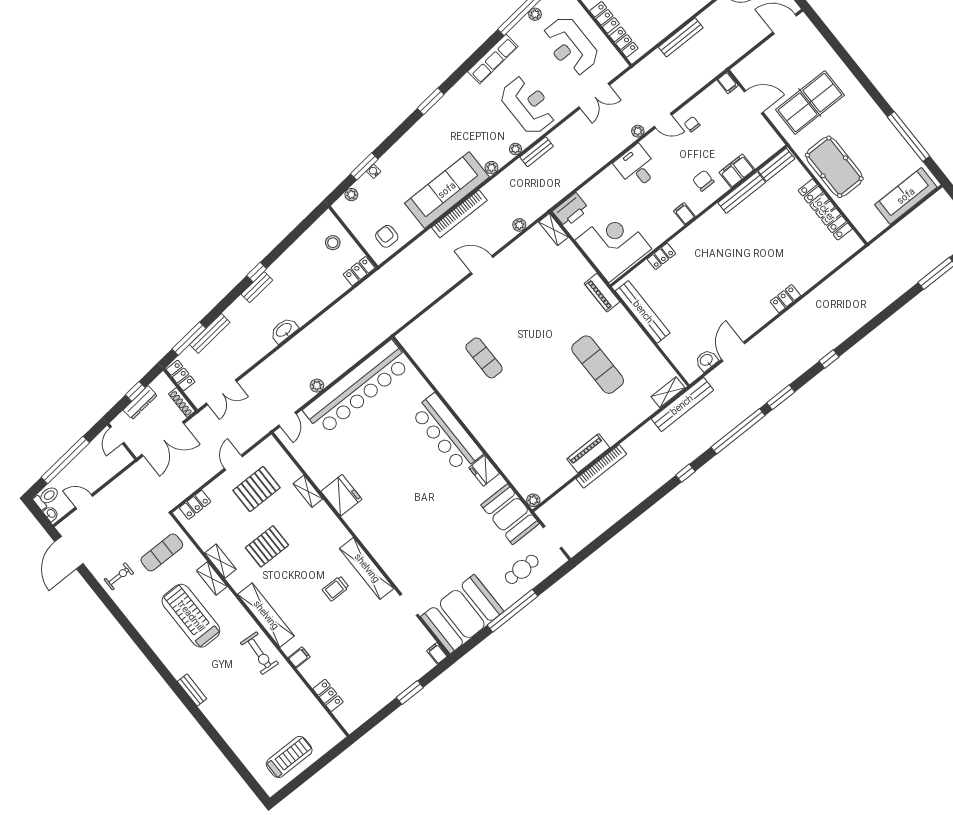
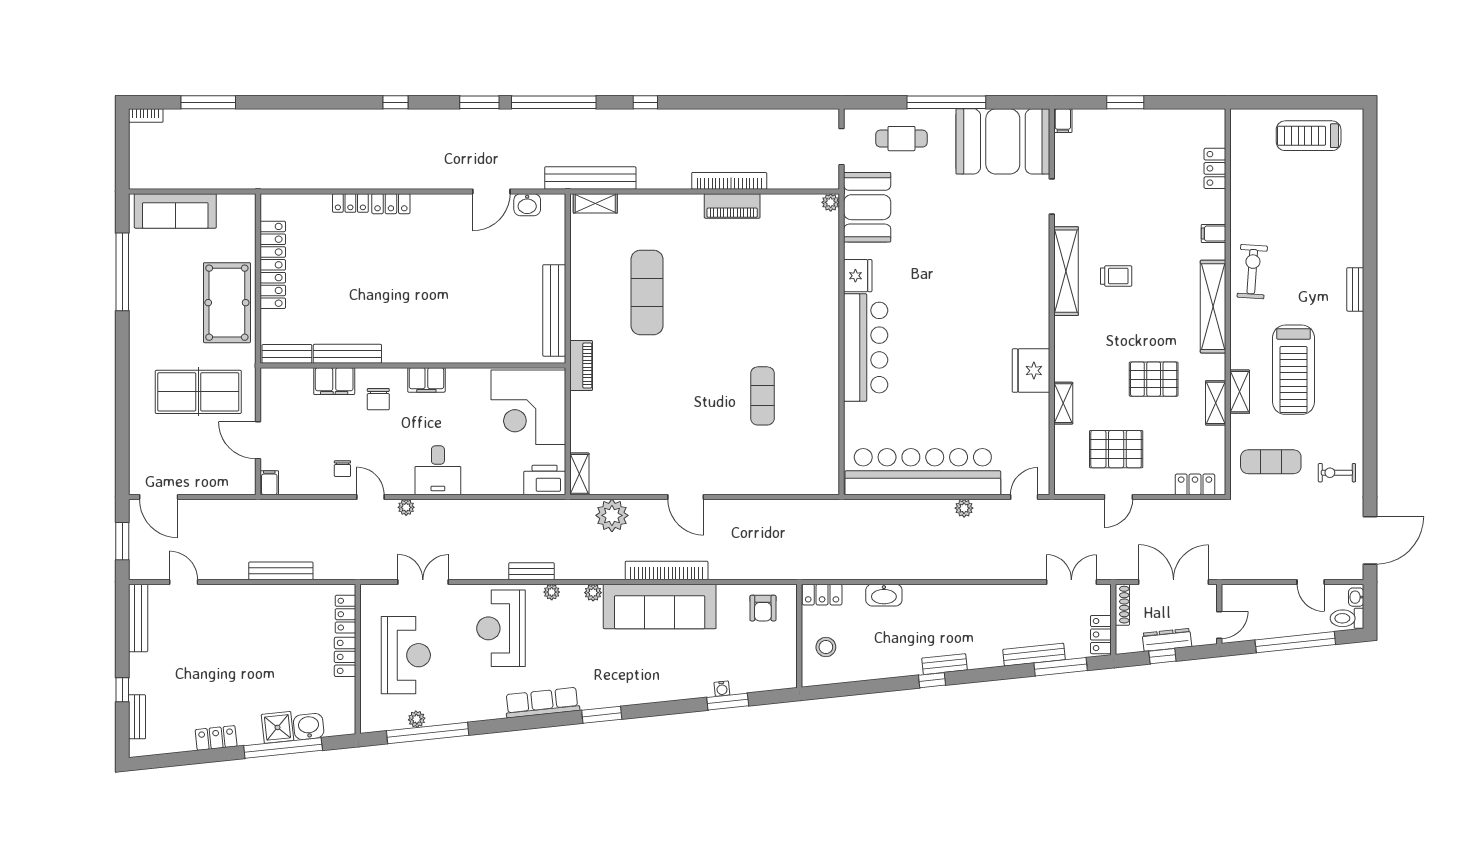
row of seats: (493, 59) -> (542, 703), moved
plant: (351, 195) -> (765, 683), removed
filing cabinet: (684, 214) -> (426, 380), width x2.00
plant: (519, 225) -> (612, 515), width x1.87, depth x1.87
locker: (661, 256) -> (350, 203), moved, turned 180
washbasin: (284, 330) -> (884, 595), moved

